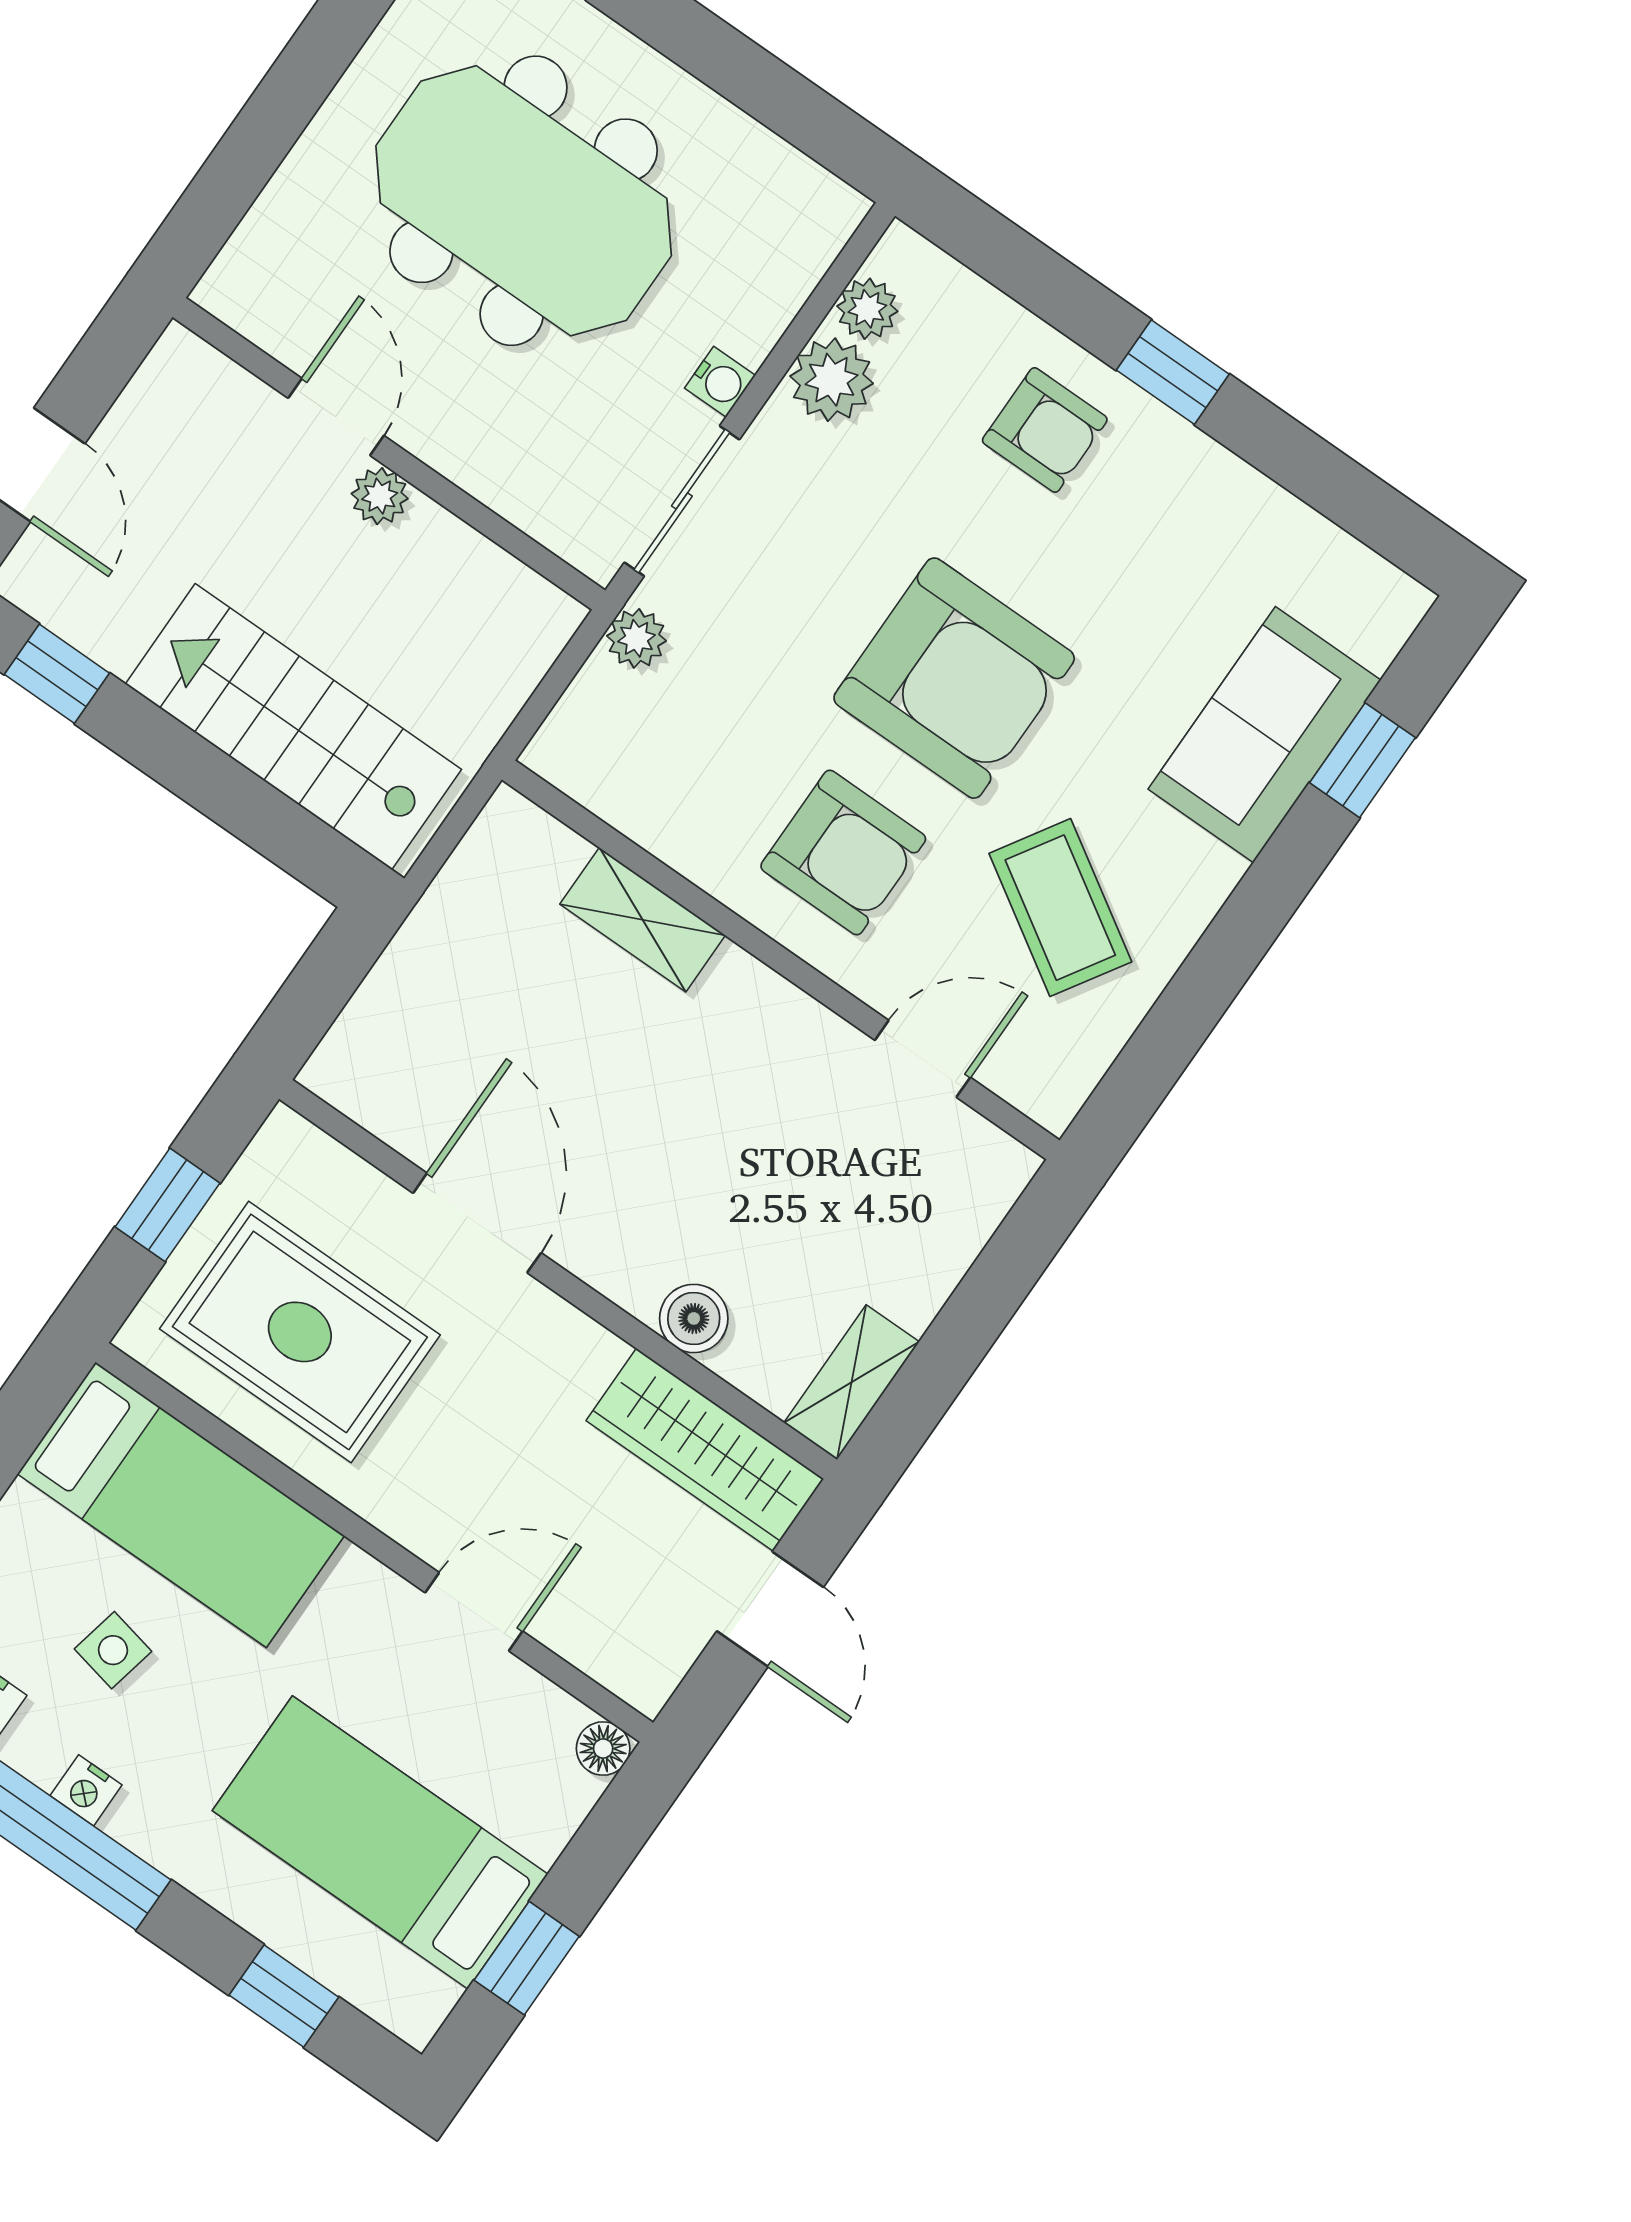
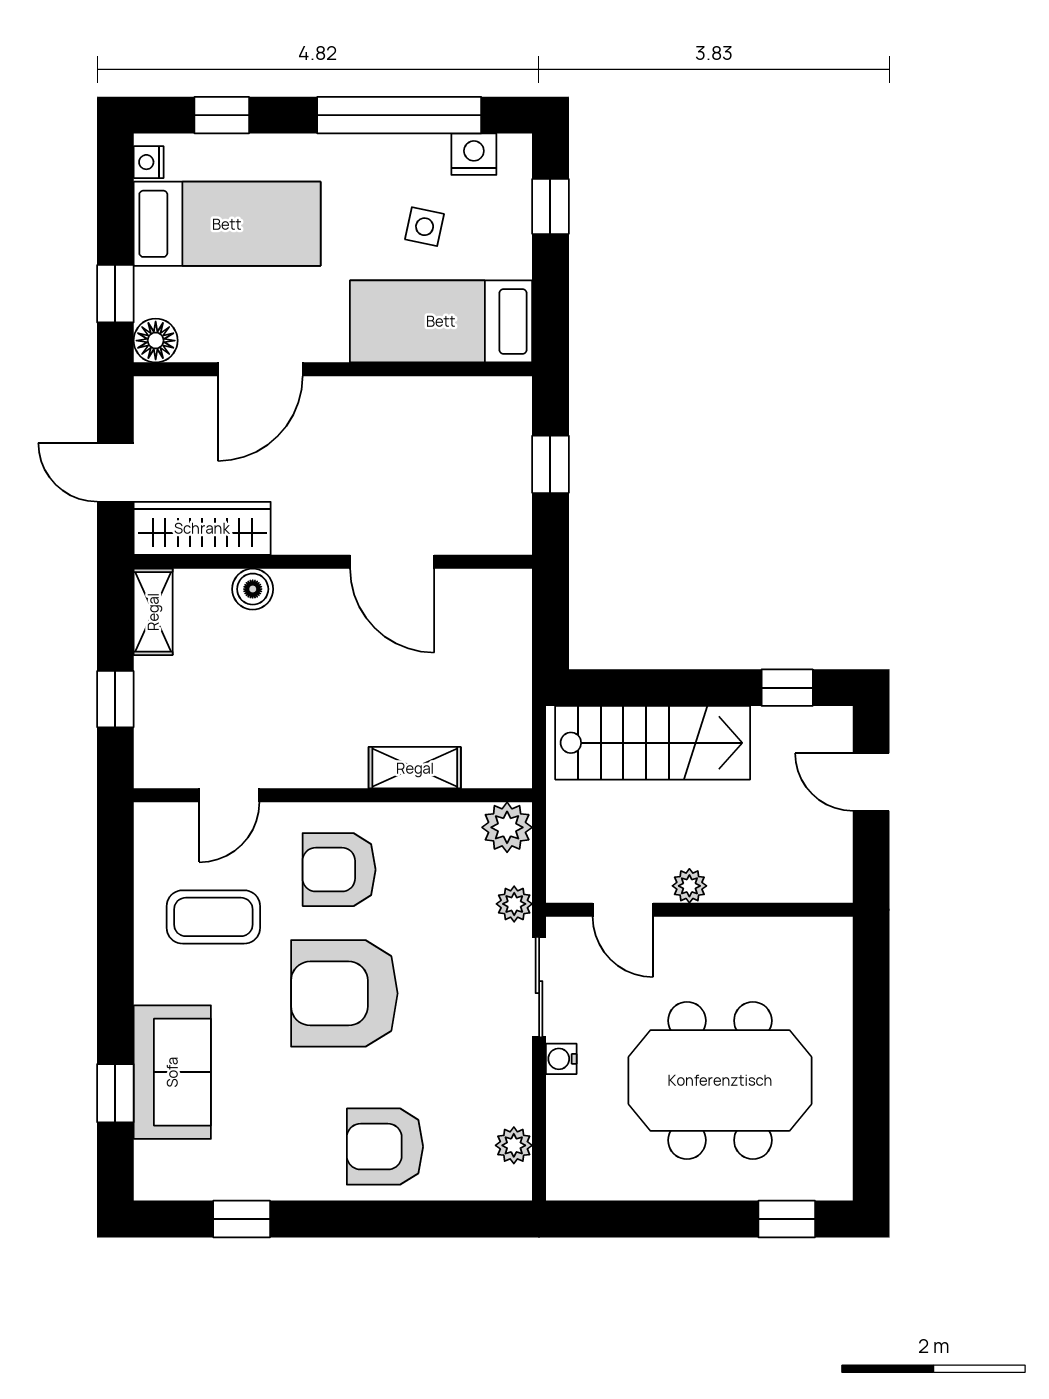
window: (1173, 372) -> (242, 1219), moved
plant: (832, 380) -> (507, 827), moved
door: (336, 417) -> (623, 910), moved
armchair: (1045, 430) -> (385, 1147), width x1.38, depth x1.38
coffee table: (1060, 908) -> (213, 917), turned -32
window: (987, 1299) -> (115, 699), added
rug: (300, 1332) -> (442, 447), removed
door: (474, 1612) -> (260, 369), width x1.38
floor lamp: (603, 1748) -> (156, 341), width x1.37, depth x1.37
nightstand: (86, 1790) -> (149, 162), moved, turned -90
window: (527, 1958) -> (115, 294), moved

